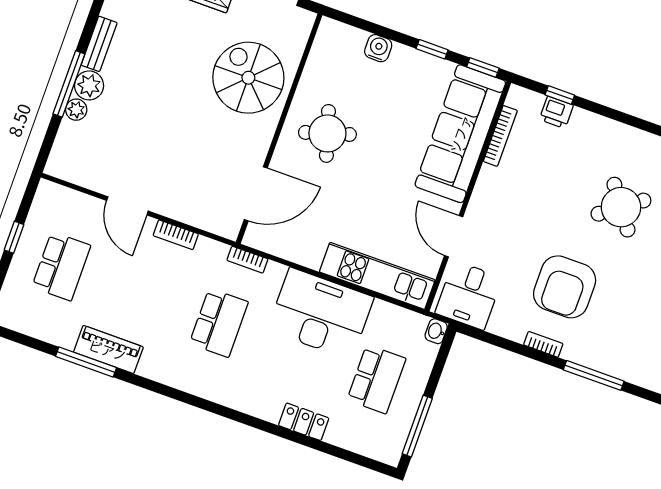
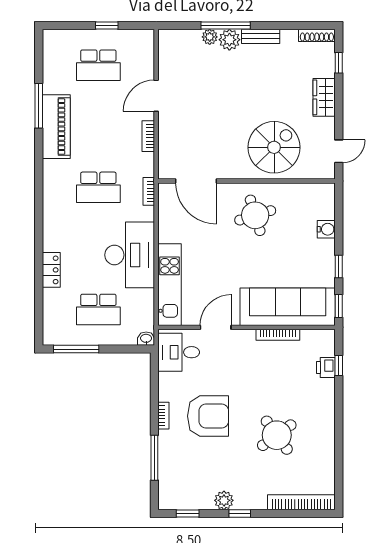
bookcase: (500, 136) -> (278, 335), moved
armchair: (565, 287) -> (208, 416), turned 180
piano: (108, 350) -> (56, 127), width x1.37, depth x1.33

